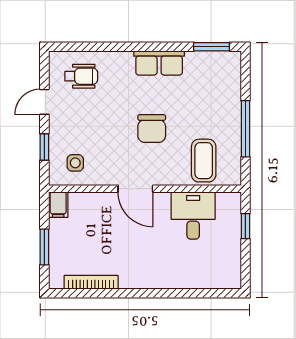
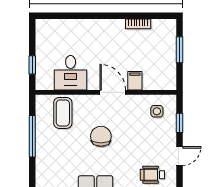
filing cabinet: (58, 205) -> (135, 81), moved
bookcase: (91, 282) -> (138, 24), width x0.64

